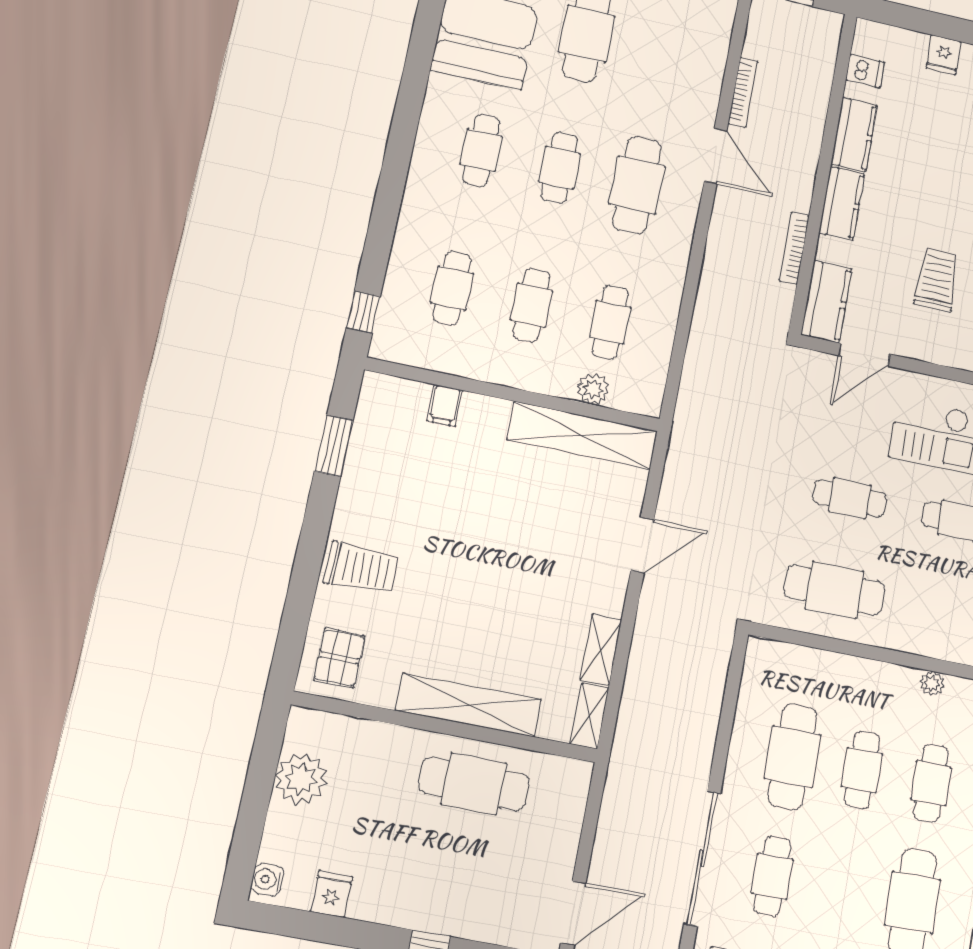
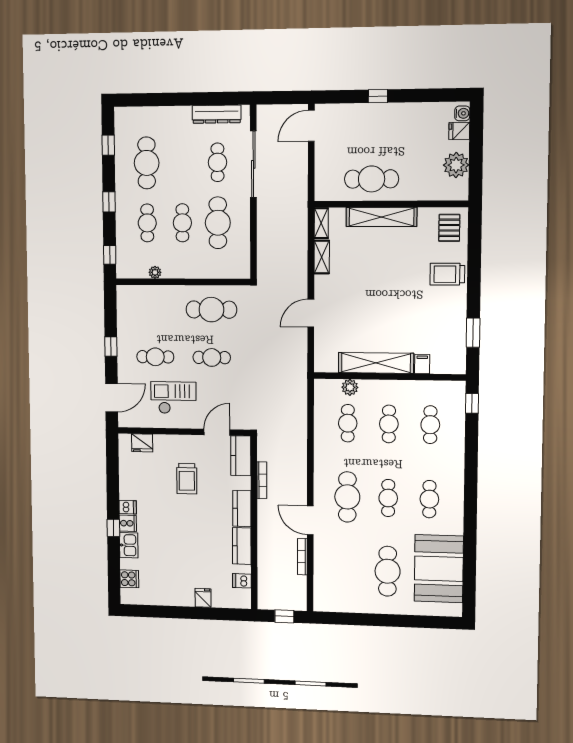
shelving: (582, 435) -> (376, 363), moved
fridge: (331, 894) -> (459, 131), moved, turned 90

